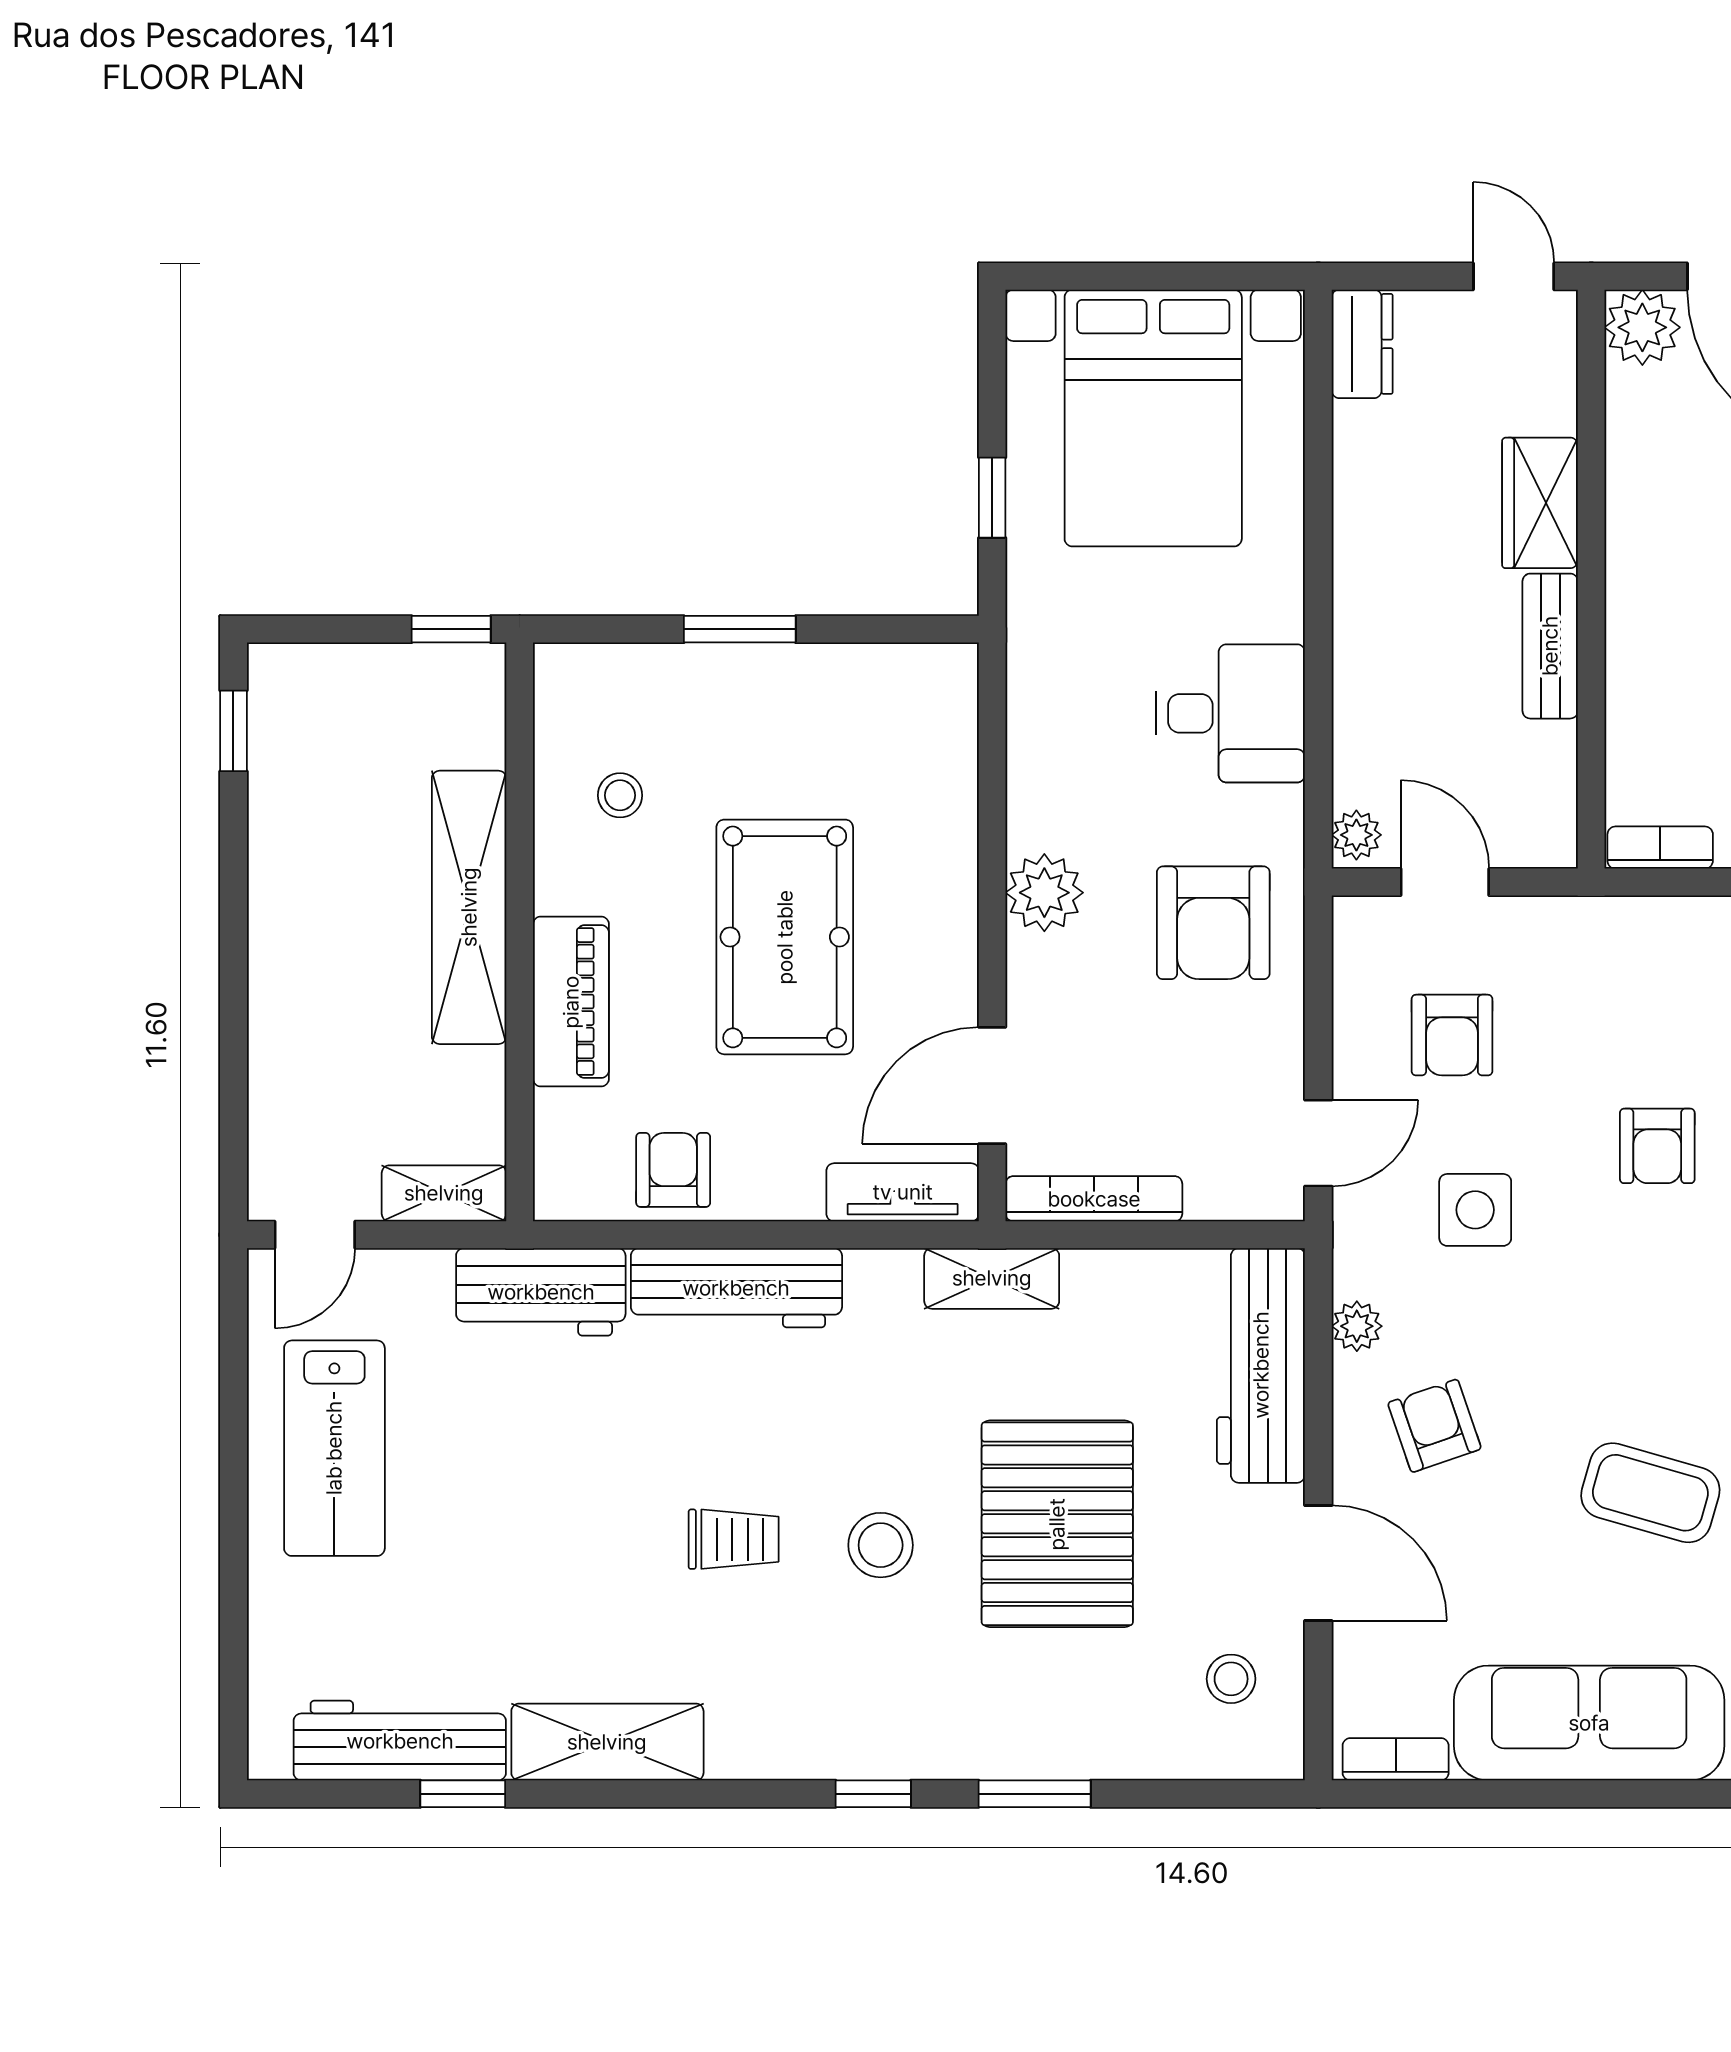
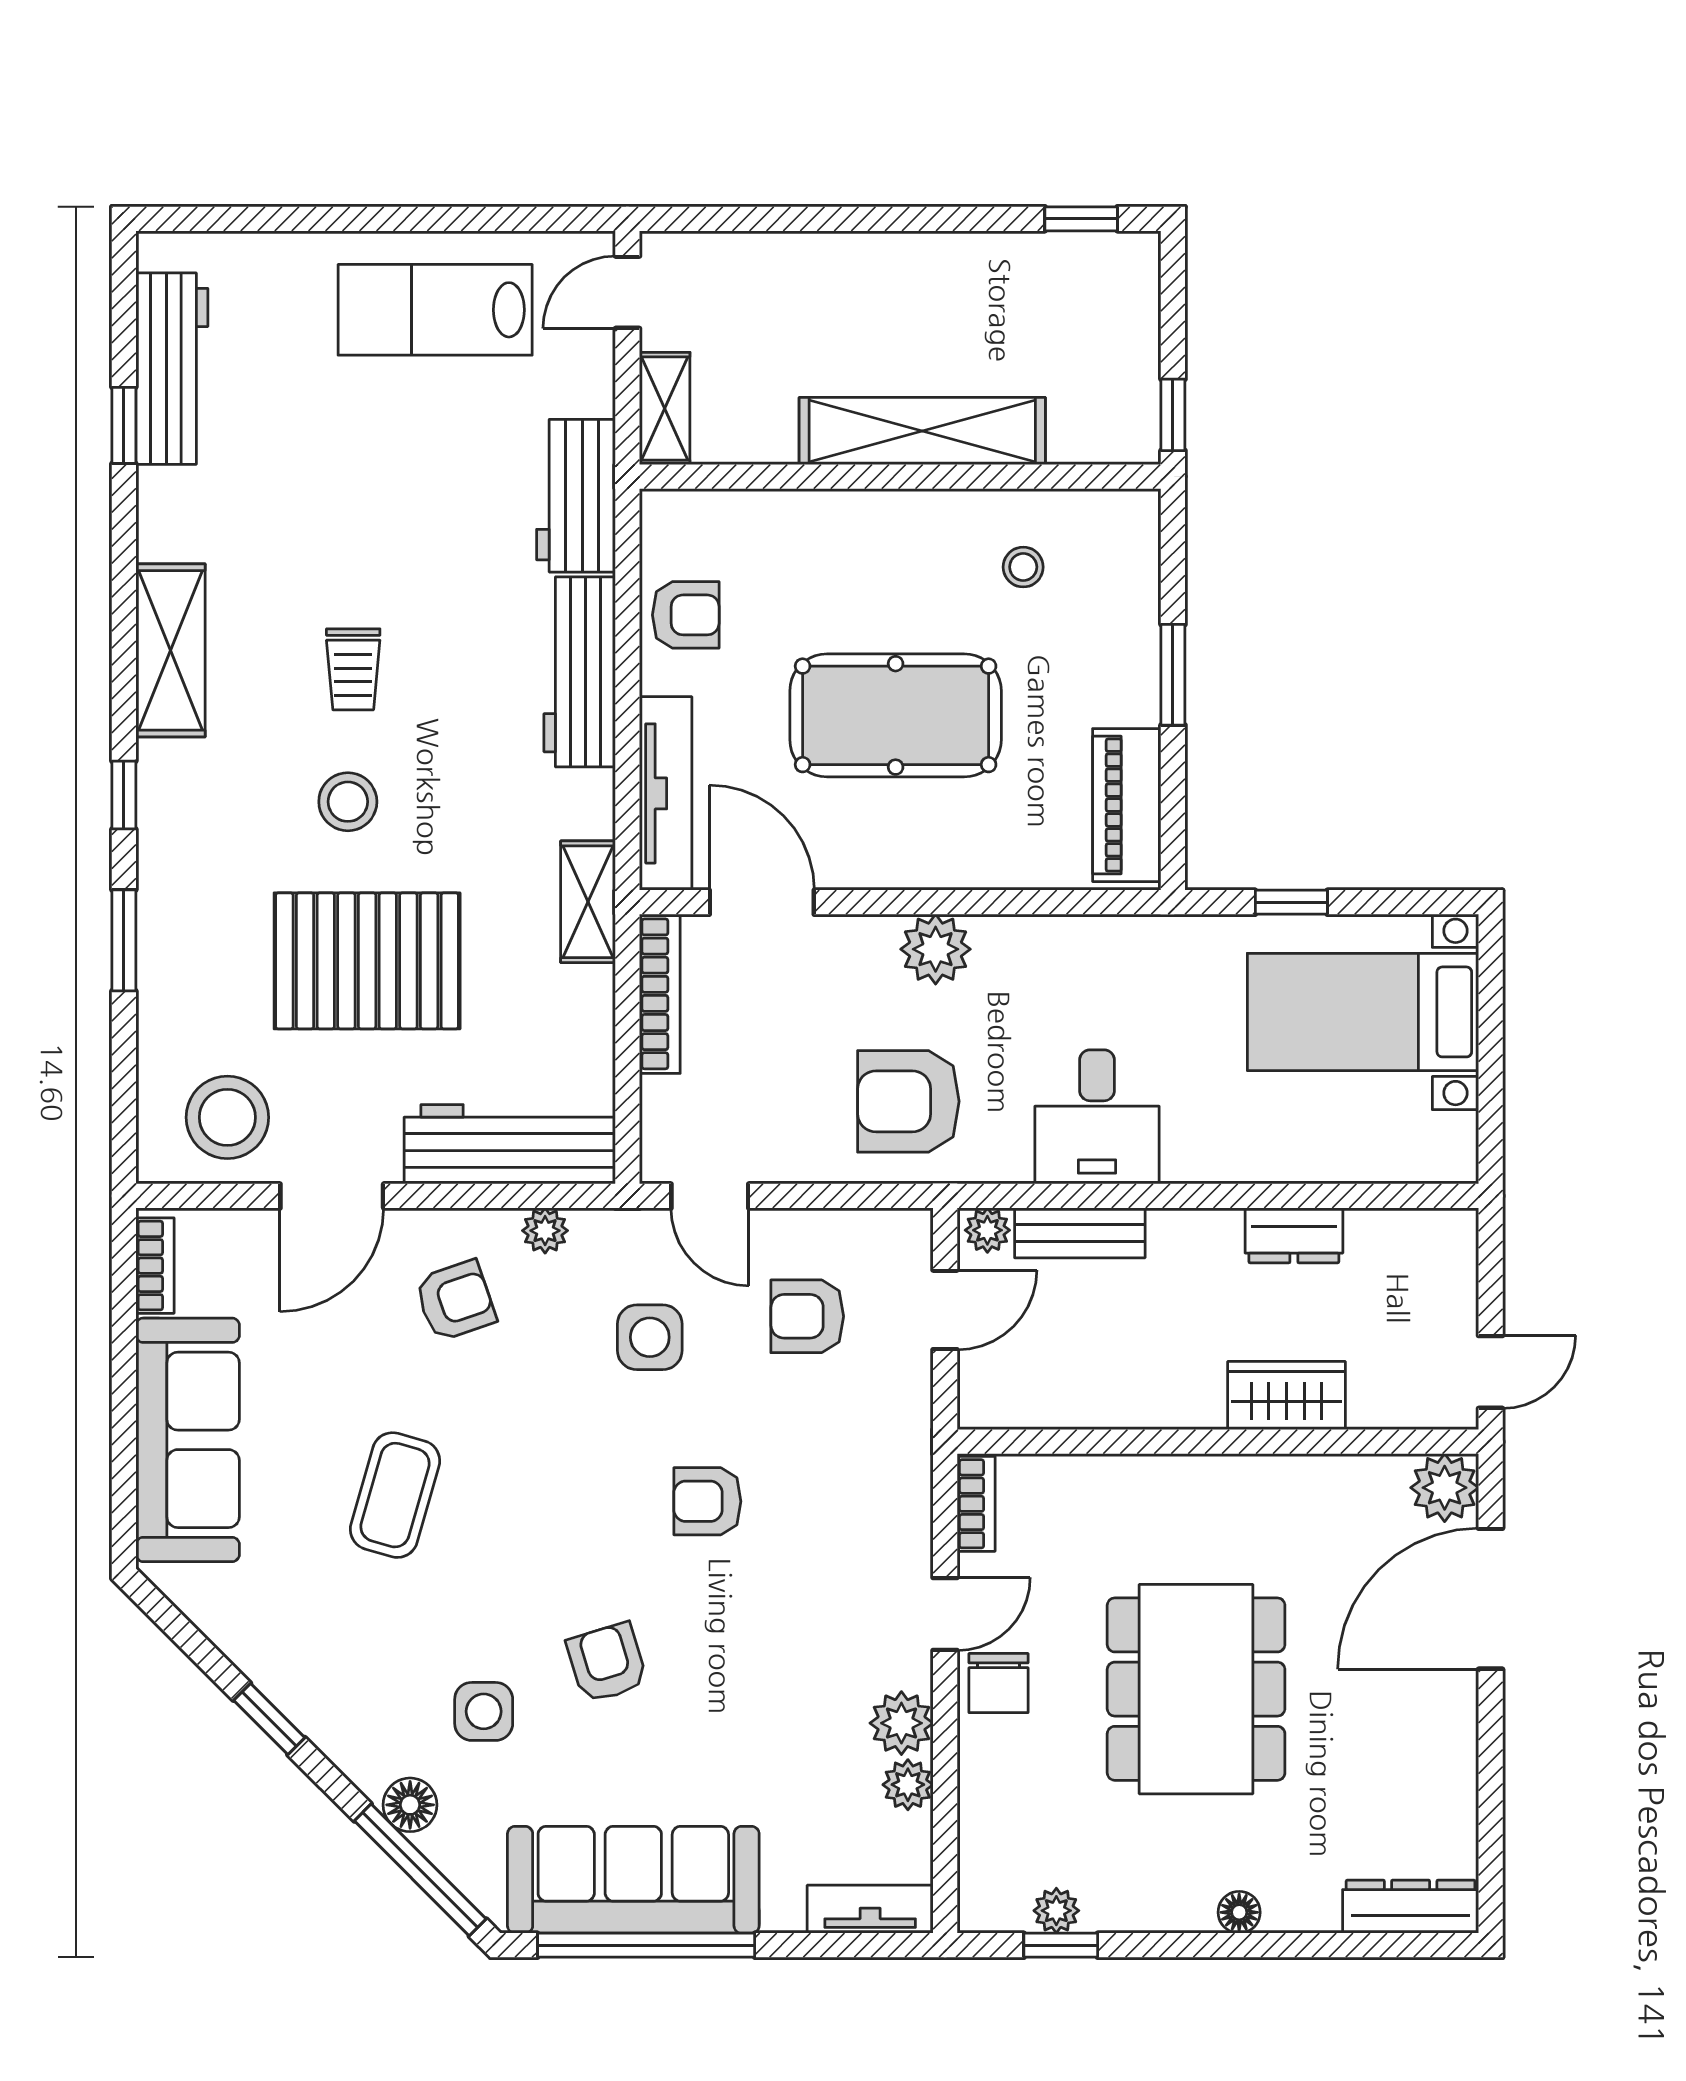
dresser: (1362, 344) -> (1294, 1235), moved
bed with nightstands: (1153, 418) -> (1363, 1012), width x0.73
bench: (1550, 646) -> (1080, 1233), moved
piano: (571, 1002) -> (1127, 805), moved, turned 90
tv unit: (903, 1192) -> (666, 793), width x1.41
door: (315, 1235) -> (627, 292), hinge flipped
stool: (1231, 1679) -> (227, 1117), width x1.89, depth x1.89
shelving: (607, 1742) -> (170, 650), moved

